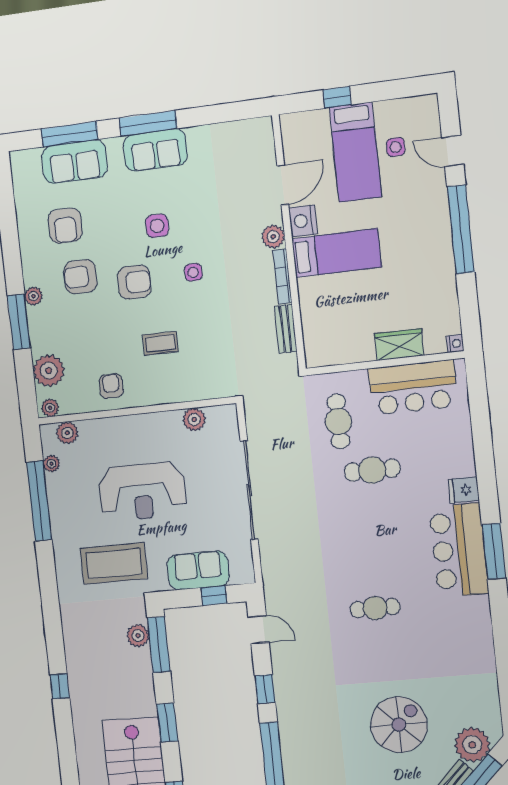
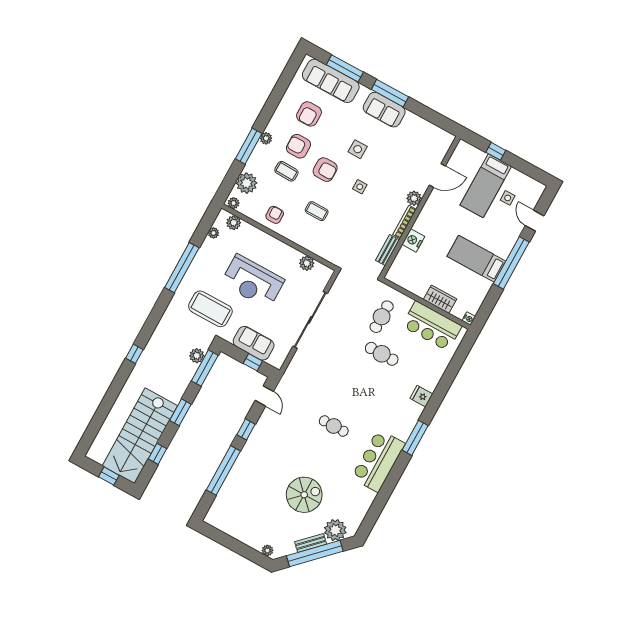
sofa: (74, 162) -> (331, 81), width x1.36
nightstand: (303, 221) -> (413, 240), moved
bed: (337, 253) -> (476, 259), moved, turned 180
coffee table: (88, 320) -> (286, 171), added
window: (39, 501) -> (182, 268), moved
bar counter: (459, 550) -> (378, 461), moved

